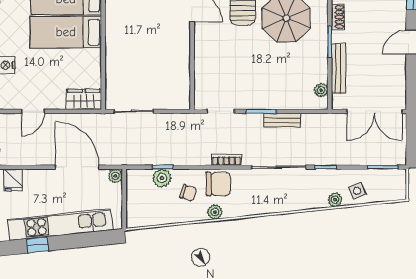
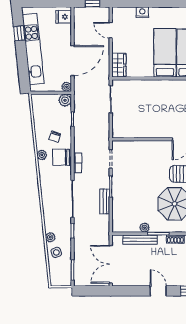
plant: (321, 90) -> (145, 228), moved
plant: (162, 178) -> (65, 100), moved
chair: (218, 184) -> (61, 157), turned 90

